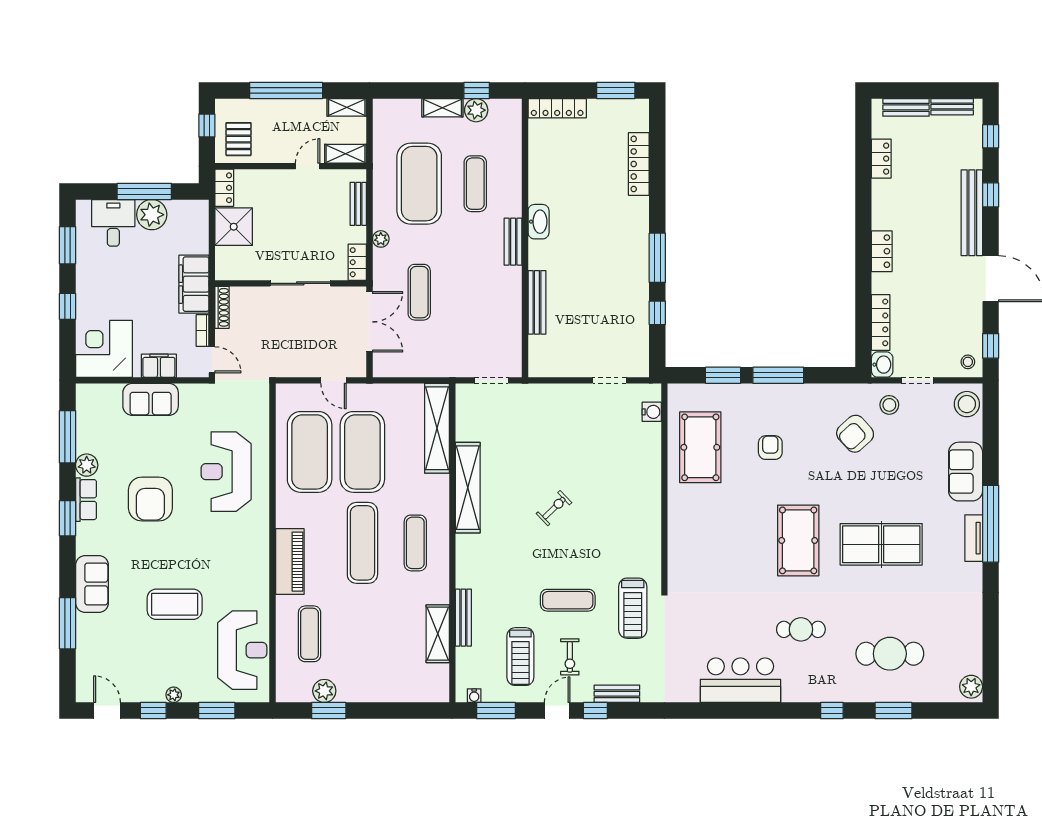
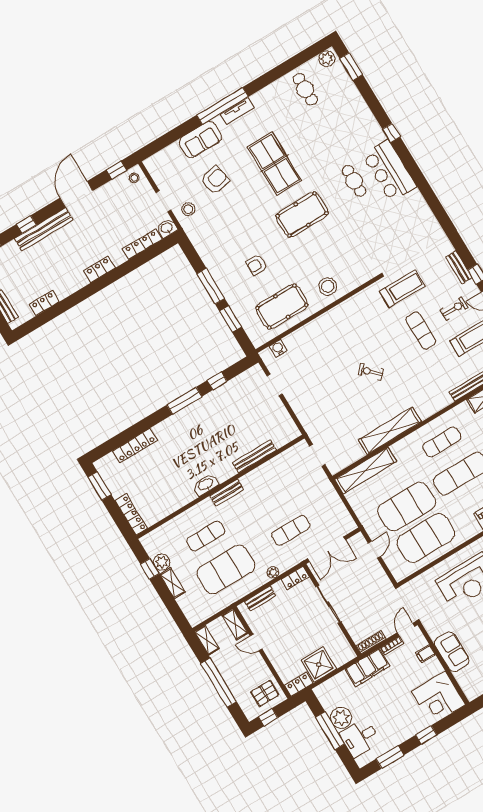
double door: (369, 322) -> (326, 549), swing flipped
filing cabinet: (159, 366) -> (426, 654), width x0.50
stool: (967, 404) -> (328, 286), moved
armchair: (855, 434) -> (215, 180), moved, turned -59
cafe table: (890, 654) -> (305, 89), moved, width x0.73, depth x0.74
bar counter: (740, 680) -> (389, 171), moved
window: (893, 711) -> (351, 67), moved

